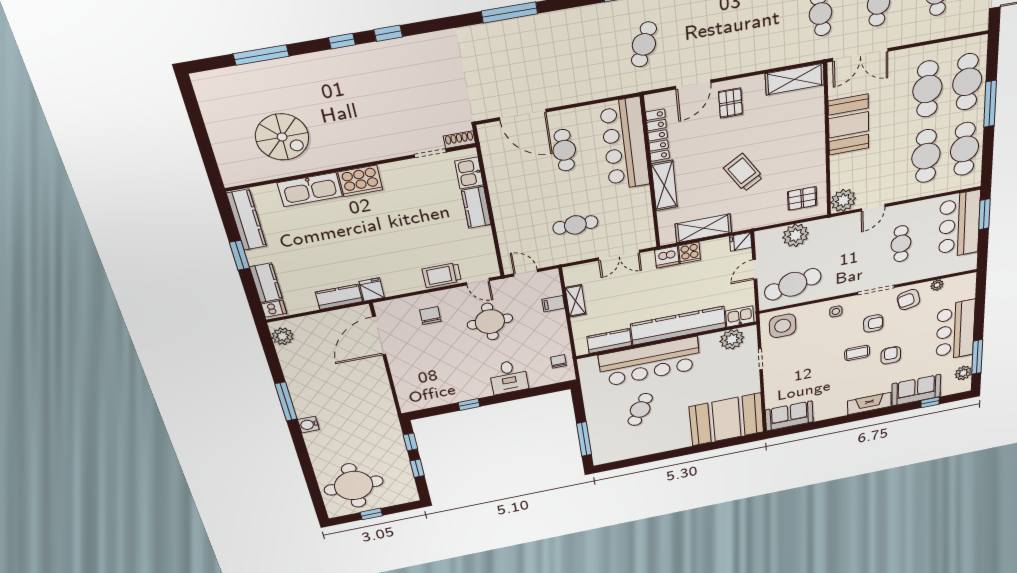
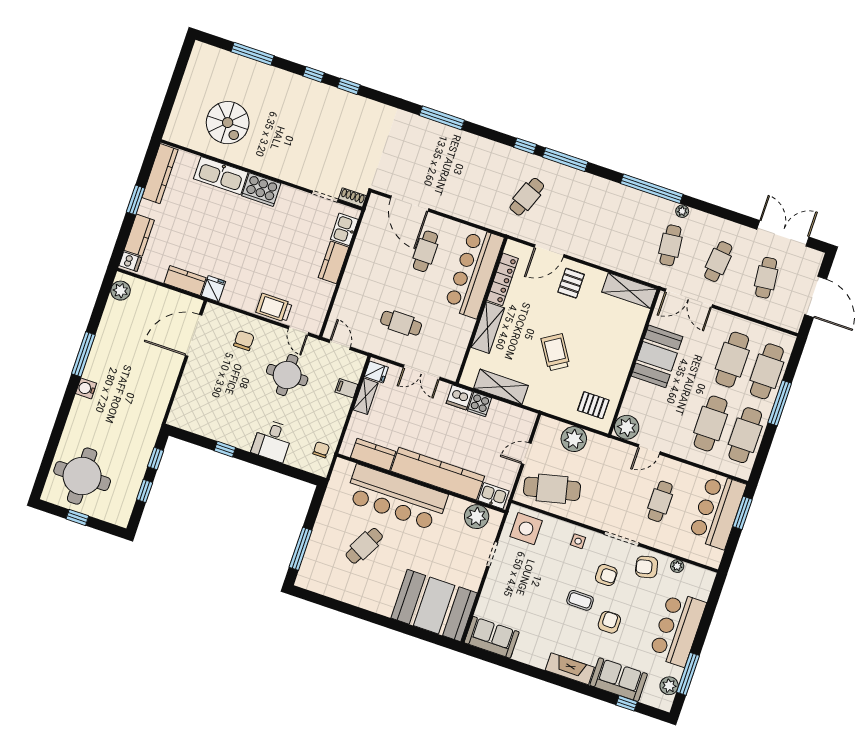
fridge: (741, 242) -> (376, 372), moved, turned 180

